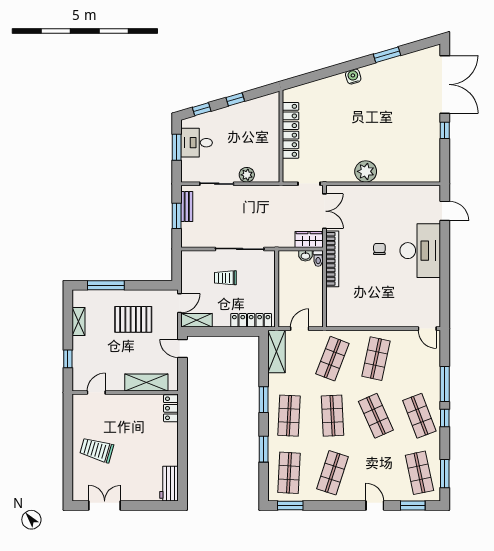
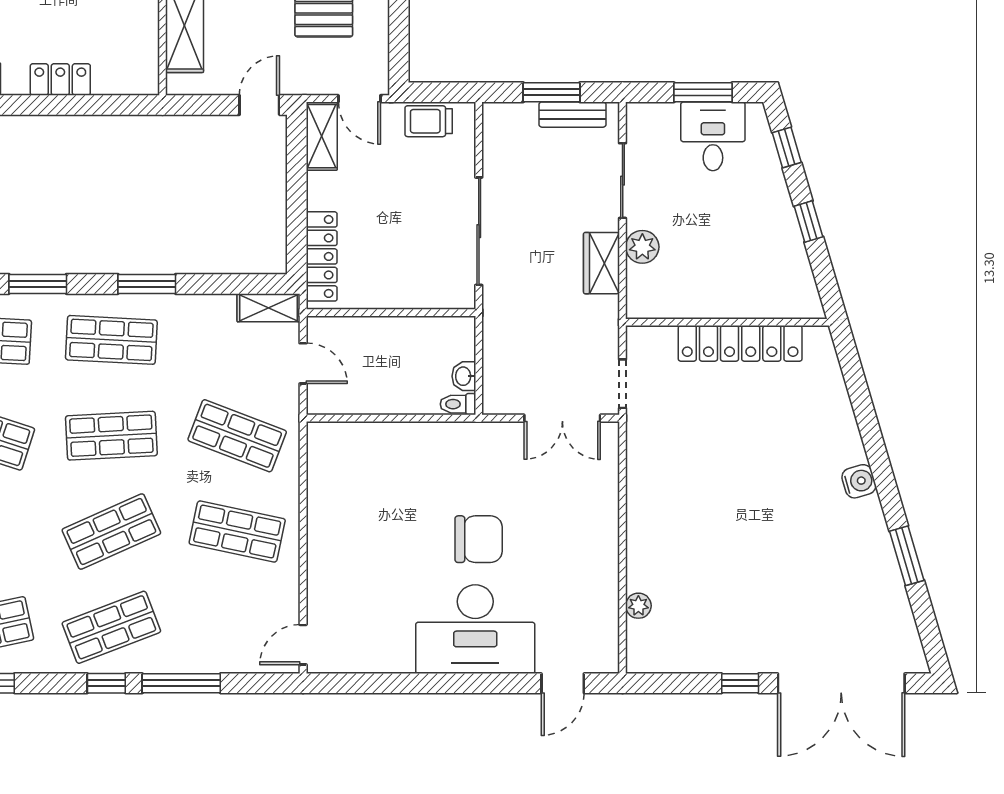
plant: (366, 171) -> (638, 606), moved, width x0.53, depth x0.53
wardrobe: (309, 239) -> (601, 263), moved, turned 180
chair: (379, 249) -> (479, 539), width x1.87, depth x1.87
bookcase: (332, 259) -> (457, 435), removed
trolley: (225, 278) -> (429, 121), moved, turned -90
shelving: (277, 352) -> (268, 308), width x0.67, depth x0.75
locker: (171, 408) -> (60, 79), moved

